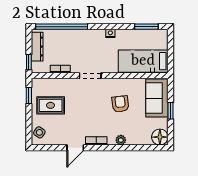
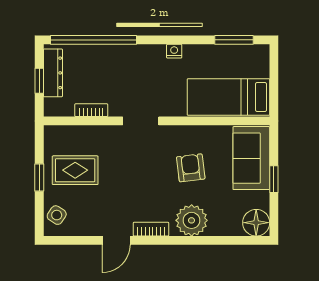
window: (29, 62) -> (39, 81), moved
window: (29, 95) -> (39, 177), moved
plant: (121, 140) -> (192, 220), width x1.88, depth x1.88

